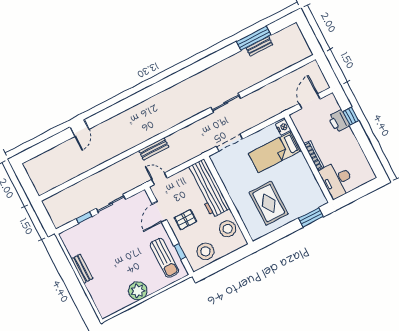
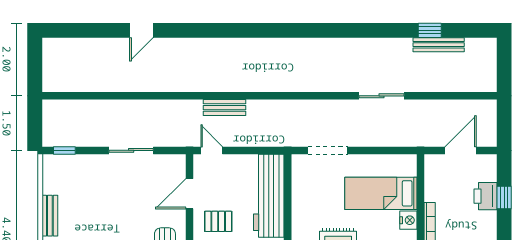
window: (254, 38) -> (430, 30), width x0.46
bench: (259, 46) -> (439, 45), width x1.36
sliding door: (226, 103) -> (381, 96), moved
nightstand: (283, 127) -> (408, 220), moved
window: (84, 218) -> (64, 150), moved

